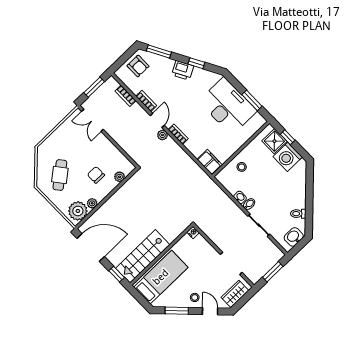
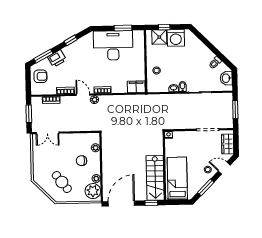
printer: (183, 70) -> (57, 58), moved

